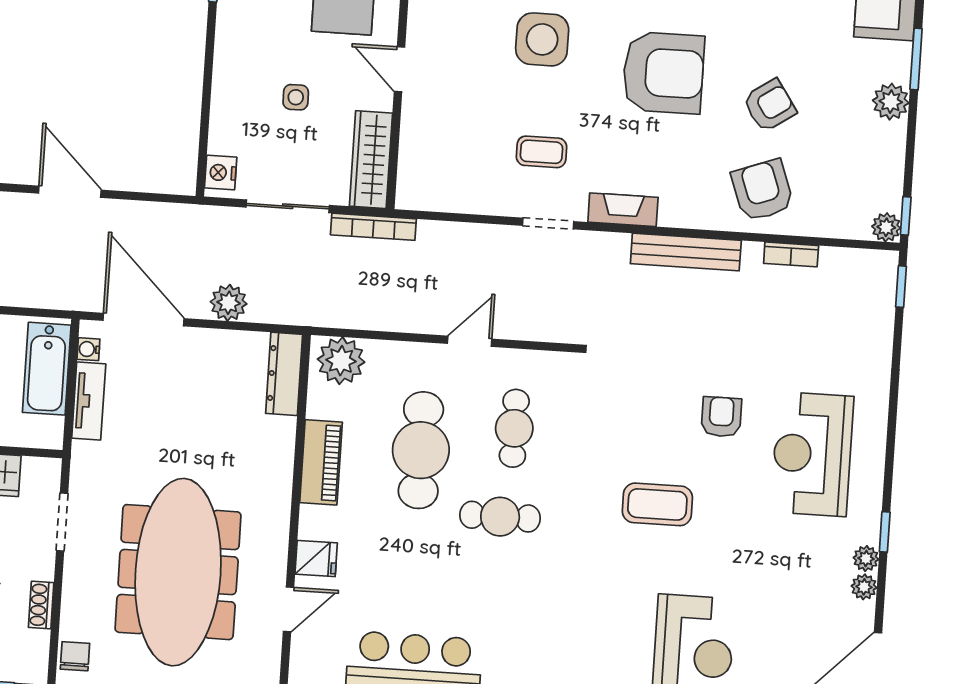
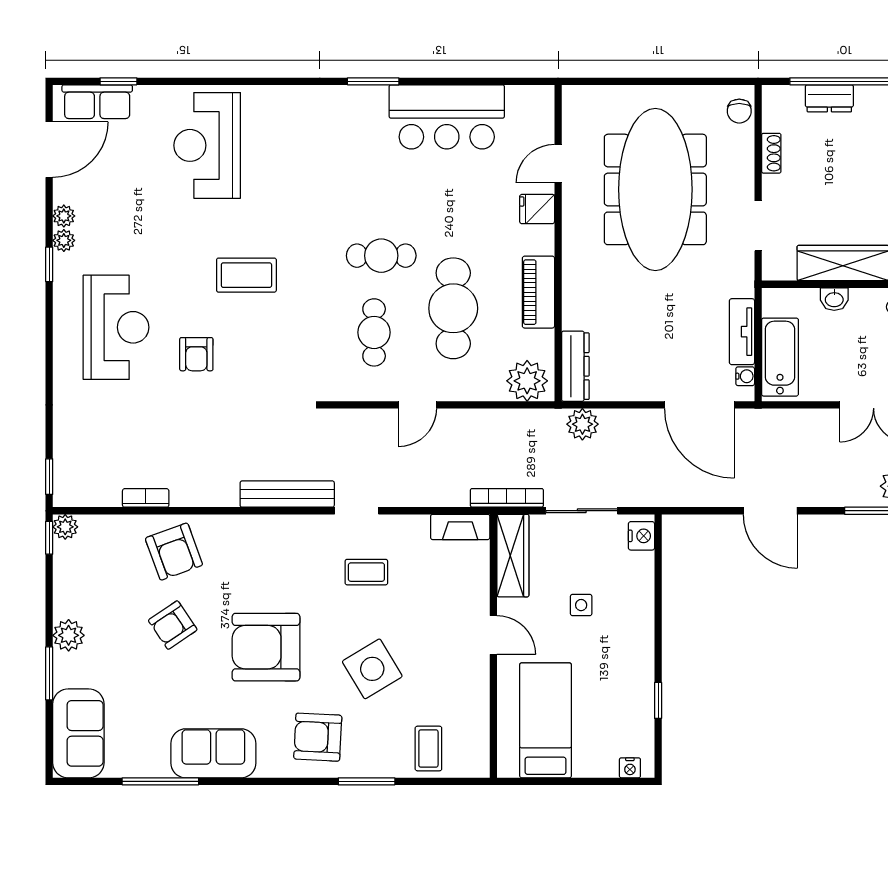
side table: (542, 39) -> (372, 669), turned -31
fireplace: (623, 210) -> (460, 527), moved
bench: (686, 252) -> (287, 494), moved
plant: (229, 303) -> (582, 424), moved

